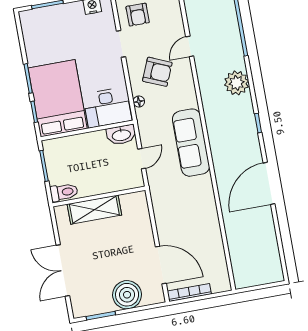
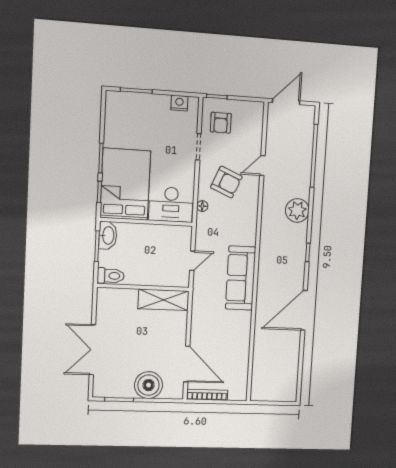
washbasin: (121, 135) -> (108, 235), moved, turned -90
sofa: (191, 143) -> (241, 278), moved
shelving: (94, 210) -> (163, 300), moved

